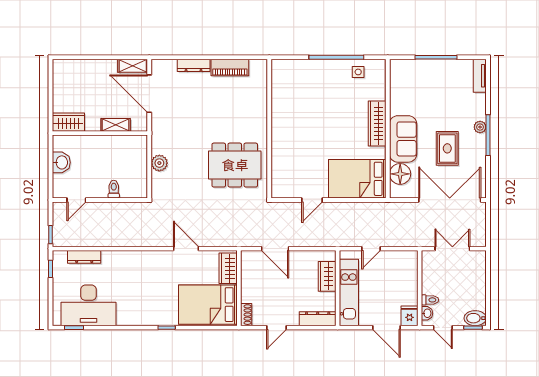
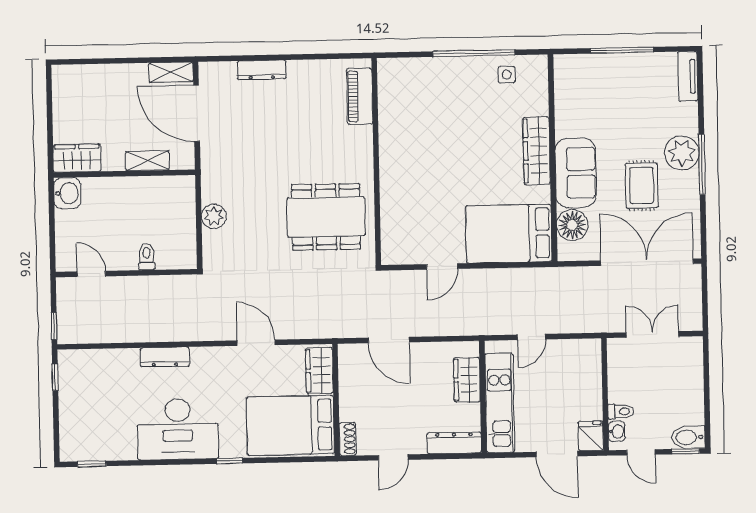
piano: (230, 67) -> (360, 96), moved, turned 90
plant: (480, 127) -> (682, 153), width x1.87, depth x1.87
washbasin: (61, 162) -> (67, 193), moved
door: (76, 200) -> (91, 274), swing flipped
dresser: (84, 257) -> (165, 357), moved
desk: (88, 305) -> (178, 429), moved

